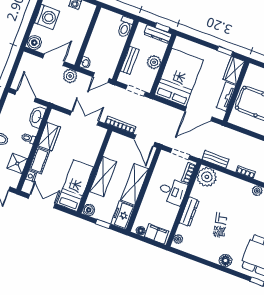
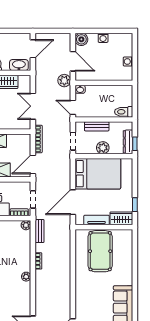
washing machine: (47, 17) -> (103, 38), width x0.53, depth x0.53
door: (199, 114) -> (73, 202), hinge flipped
double door: (84, 118) -> (33, 106), swing flipped
plant: (207, 177) -> (26, 225), width x0.53, depth x0.53

